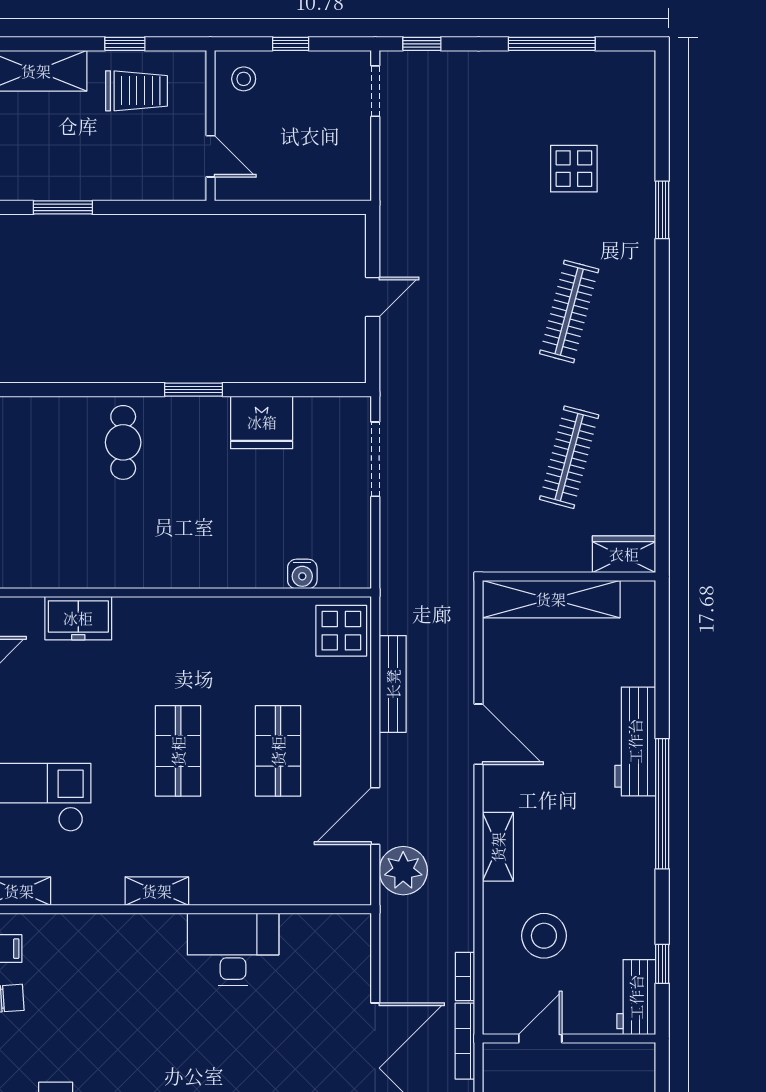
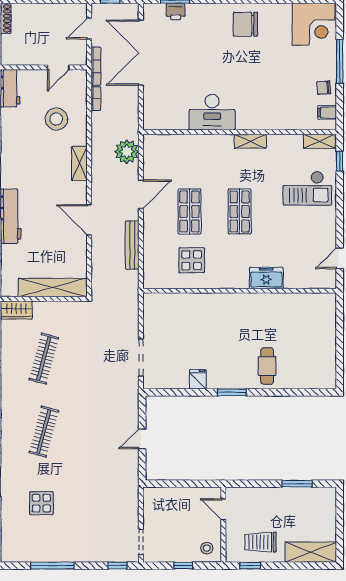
window: (125, 44) -> (250, 566), moved
fridge: (262, 422) -> (198, 379), width x0.53, depth x0.75
water cooler: (302, 574) -> (177, 300), removed
freezer: (78, 618) -> (266, 278), moved
display table: (341, 631) -> (192, 260), moved
door: (375, 816) -> (141, 194), moved

